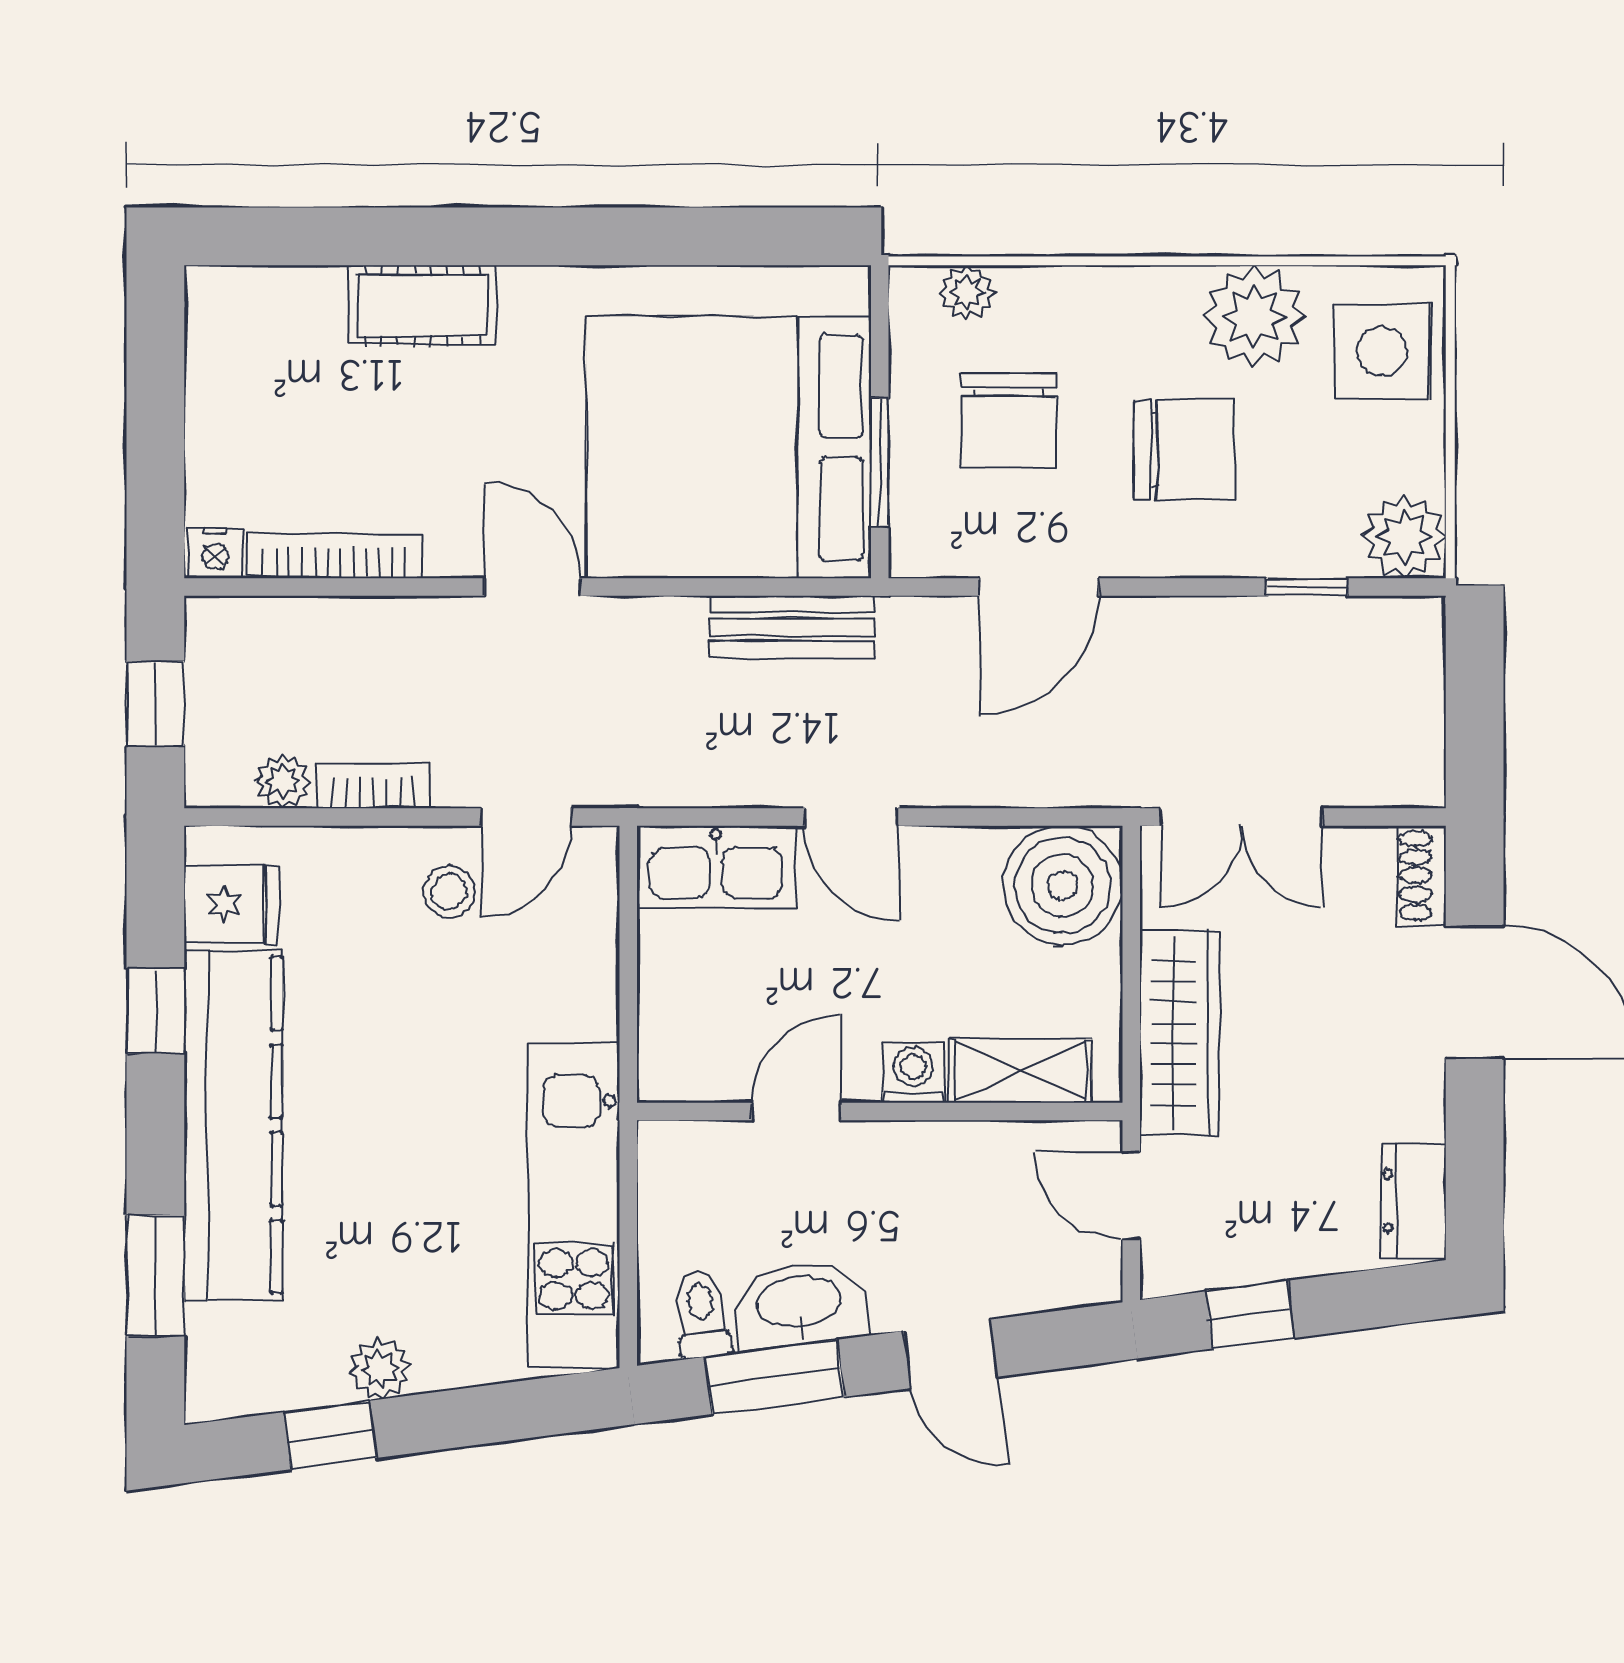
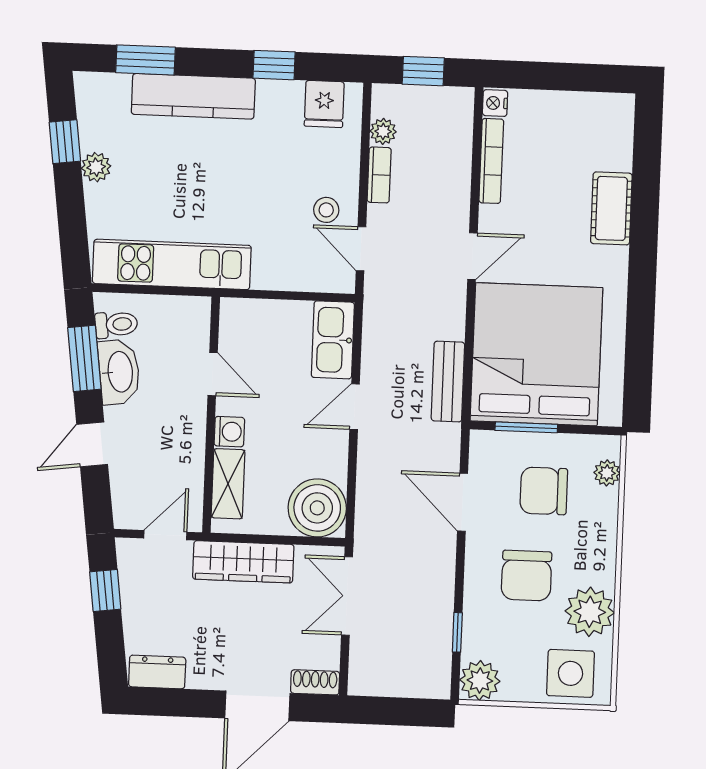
kitchen counter: (233, 1125) -> (193, 96), width x0.72, depth x0.86

